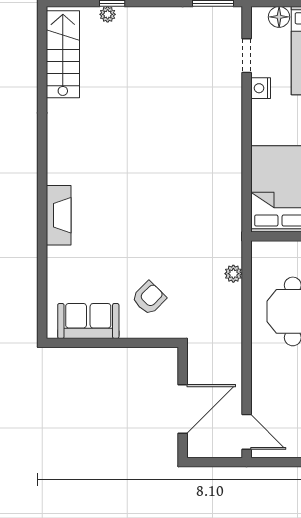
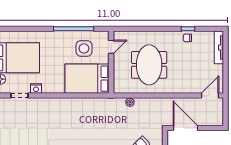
door: (183, 409) -> (186, 128), moved

